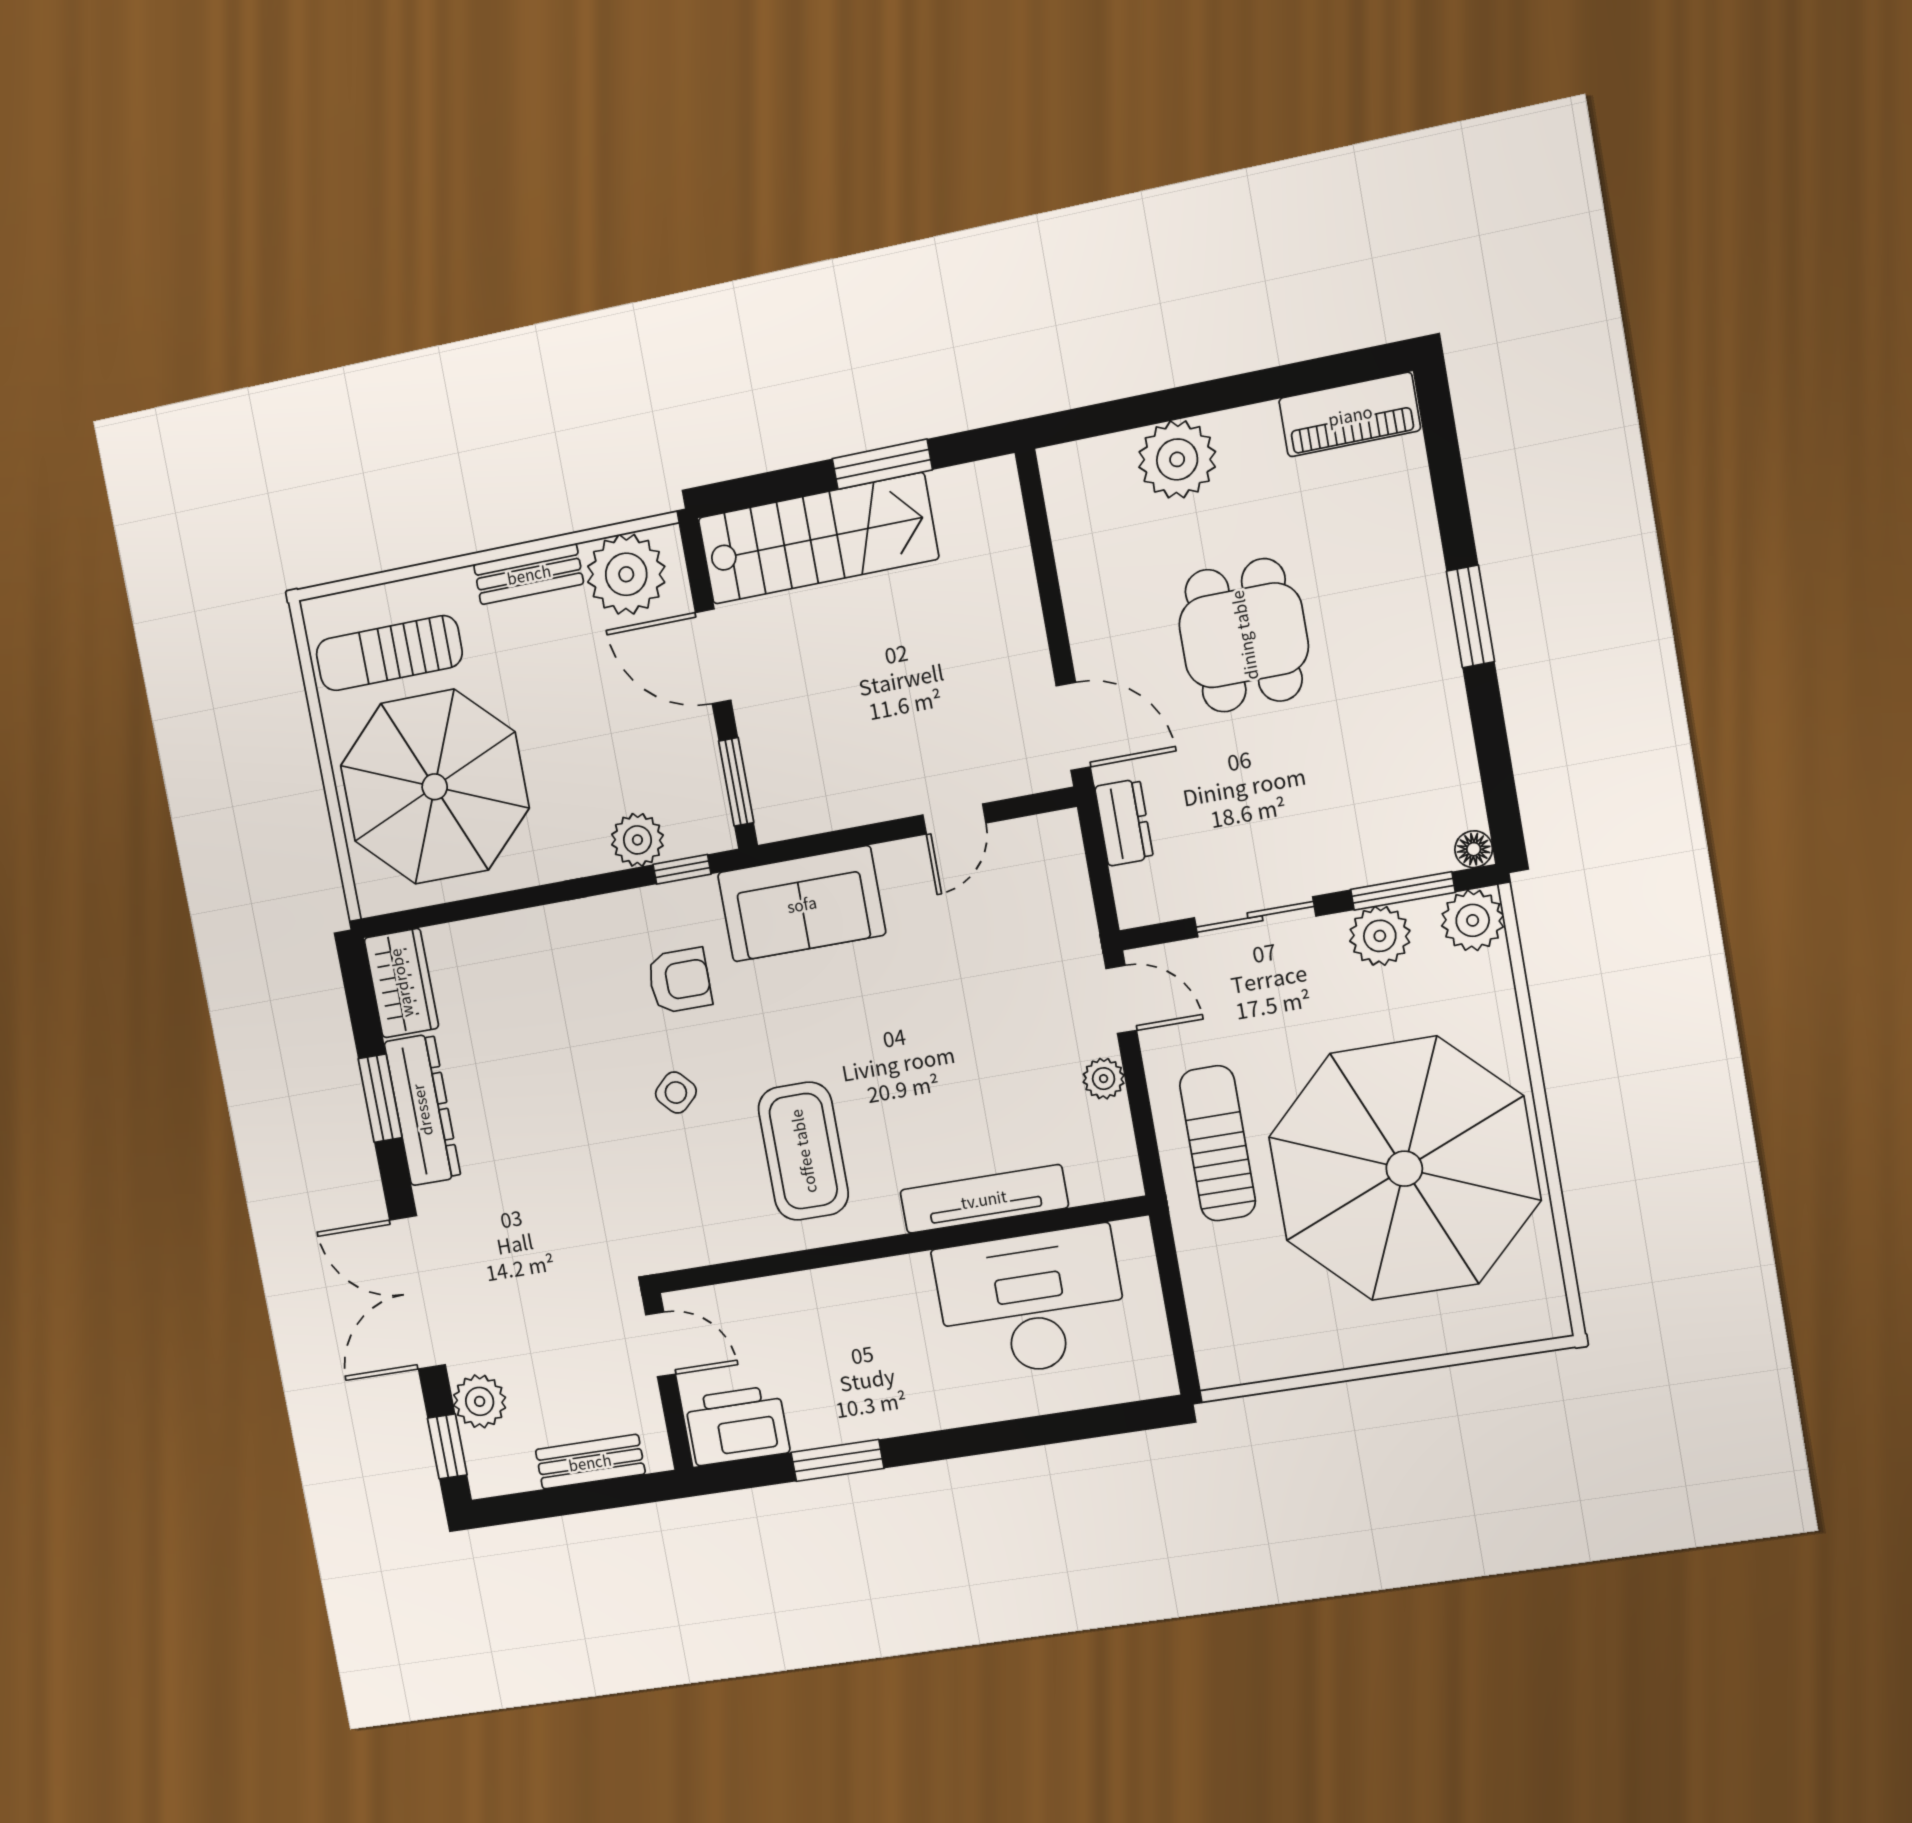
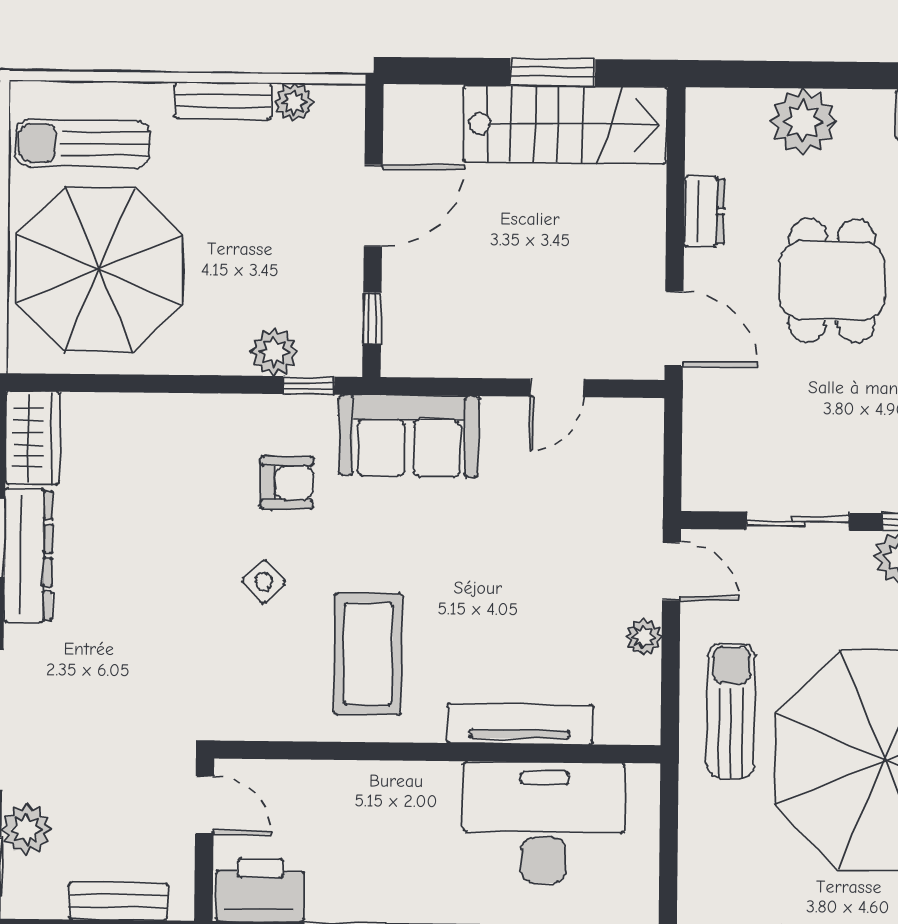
stairs: (818, 538) -> (565, 124), moved
plant: (626, 574) -> (294, 102), width x0.53, depth x0.53
door: (713, 656) -> (373, 206), swing flipped
window: (736, 782) -> (372, 318), width x0.67
dresser: (1124, 822) -> (704, 211), moved

